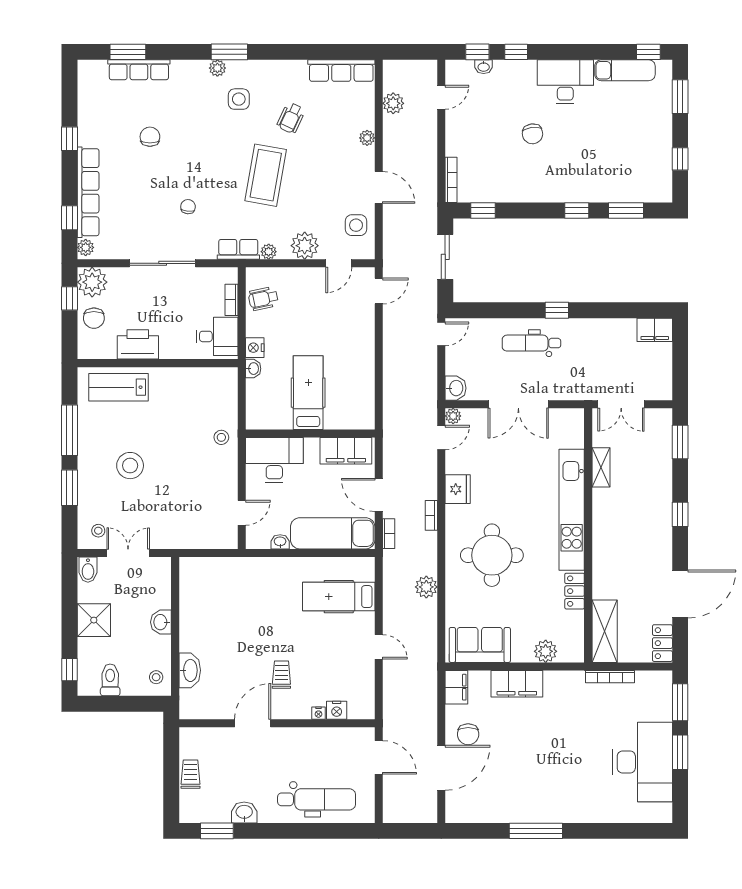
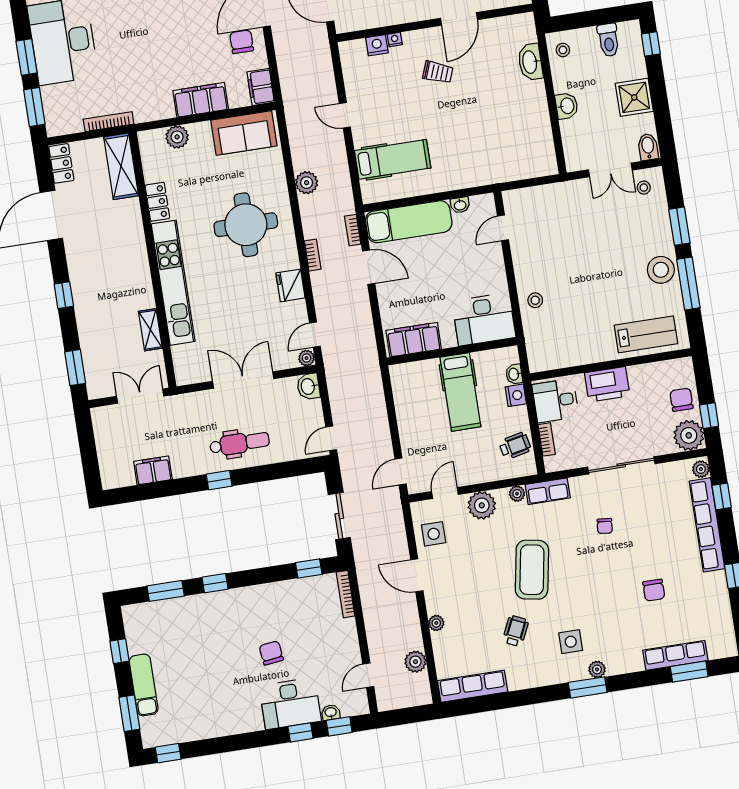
exam couch: (625, 70) -> (144, 685), moved, turned 90
desk: (565, 82) -> (290, 703), moved
filing cabinet: (655, 330) -> (153, 470), moved
printer: (138, 344) -> (607, 384), moved
hospital bed: (308, 393) -> (460, 392), moved
wall: (310, 434) -> (452, 351), moved
filing cabinet: (346, 451) -> (414, 340), moved
desk: (274, 460) -> (484, 319), moved
stool: (130, 466) -> (661, 270), moved
trolley: (281, 675) -> (438, 72), turned -69

